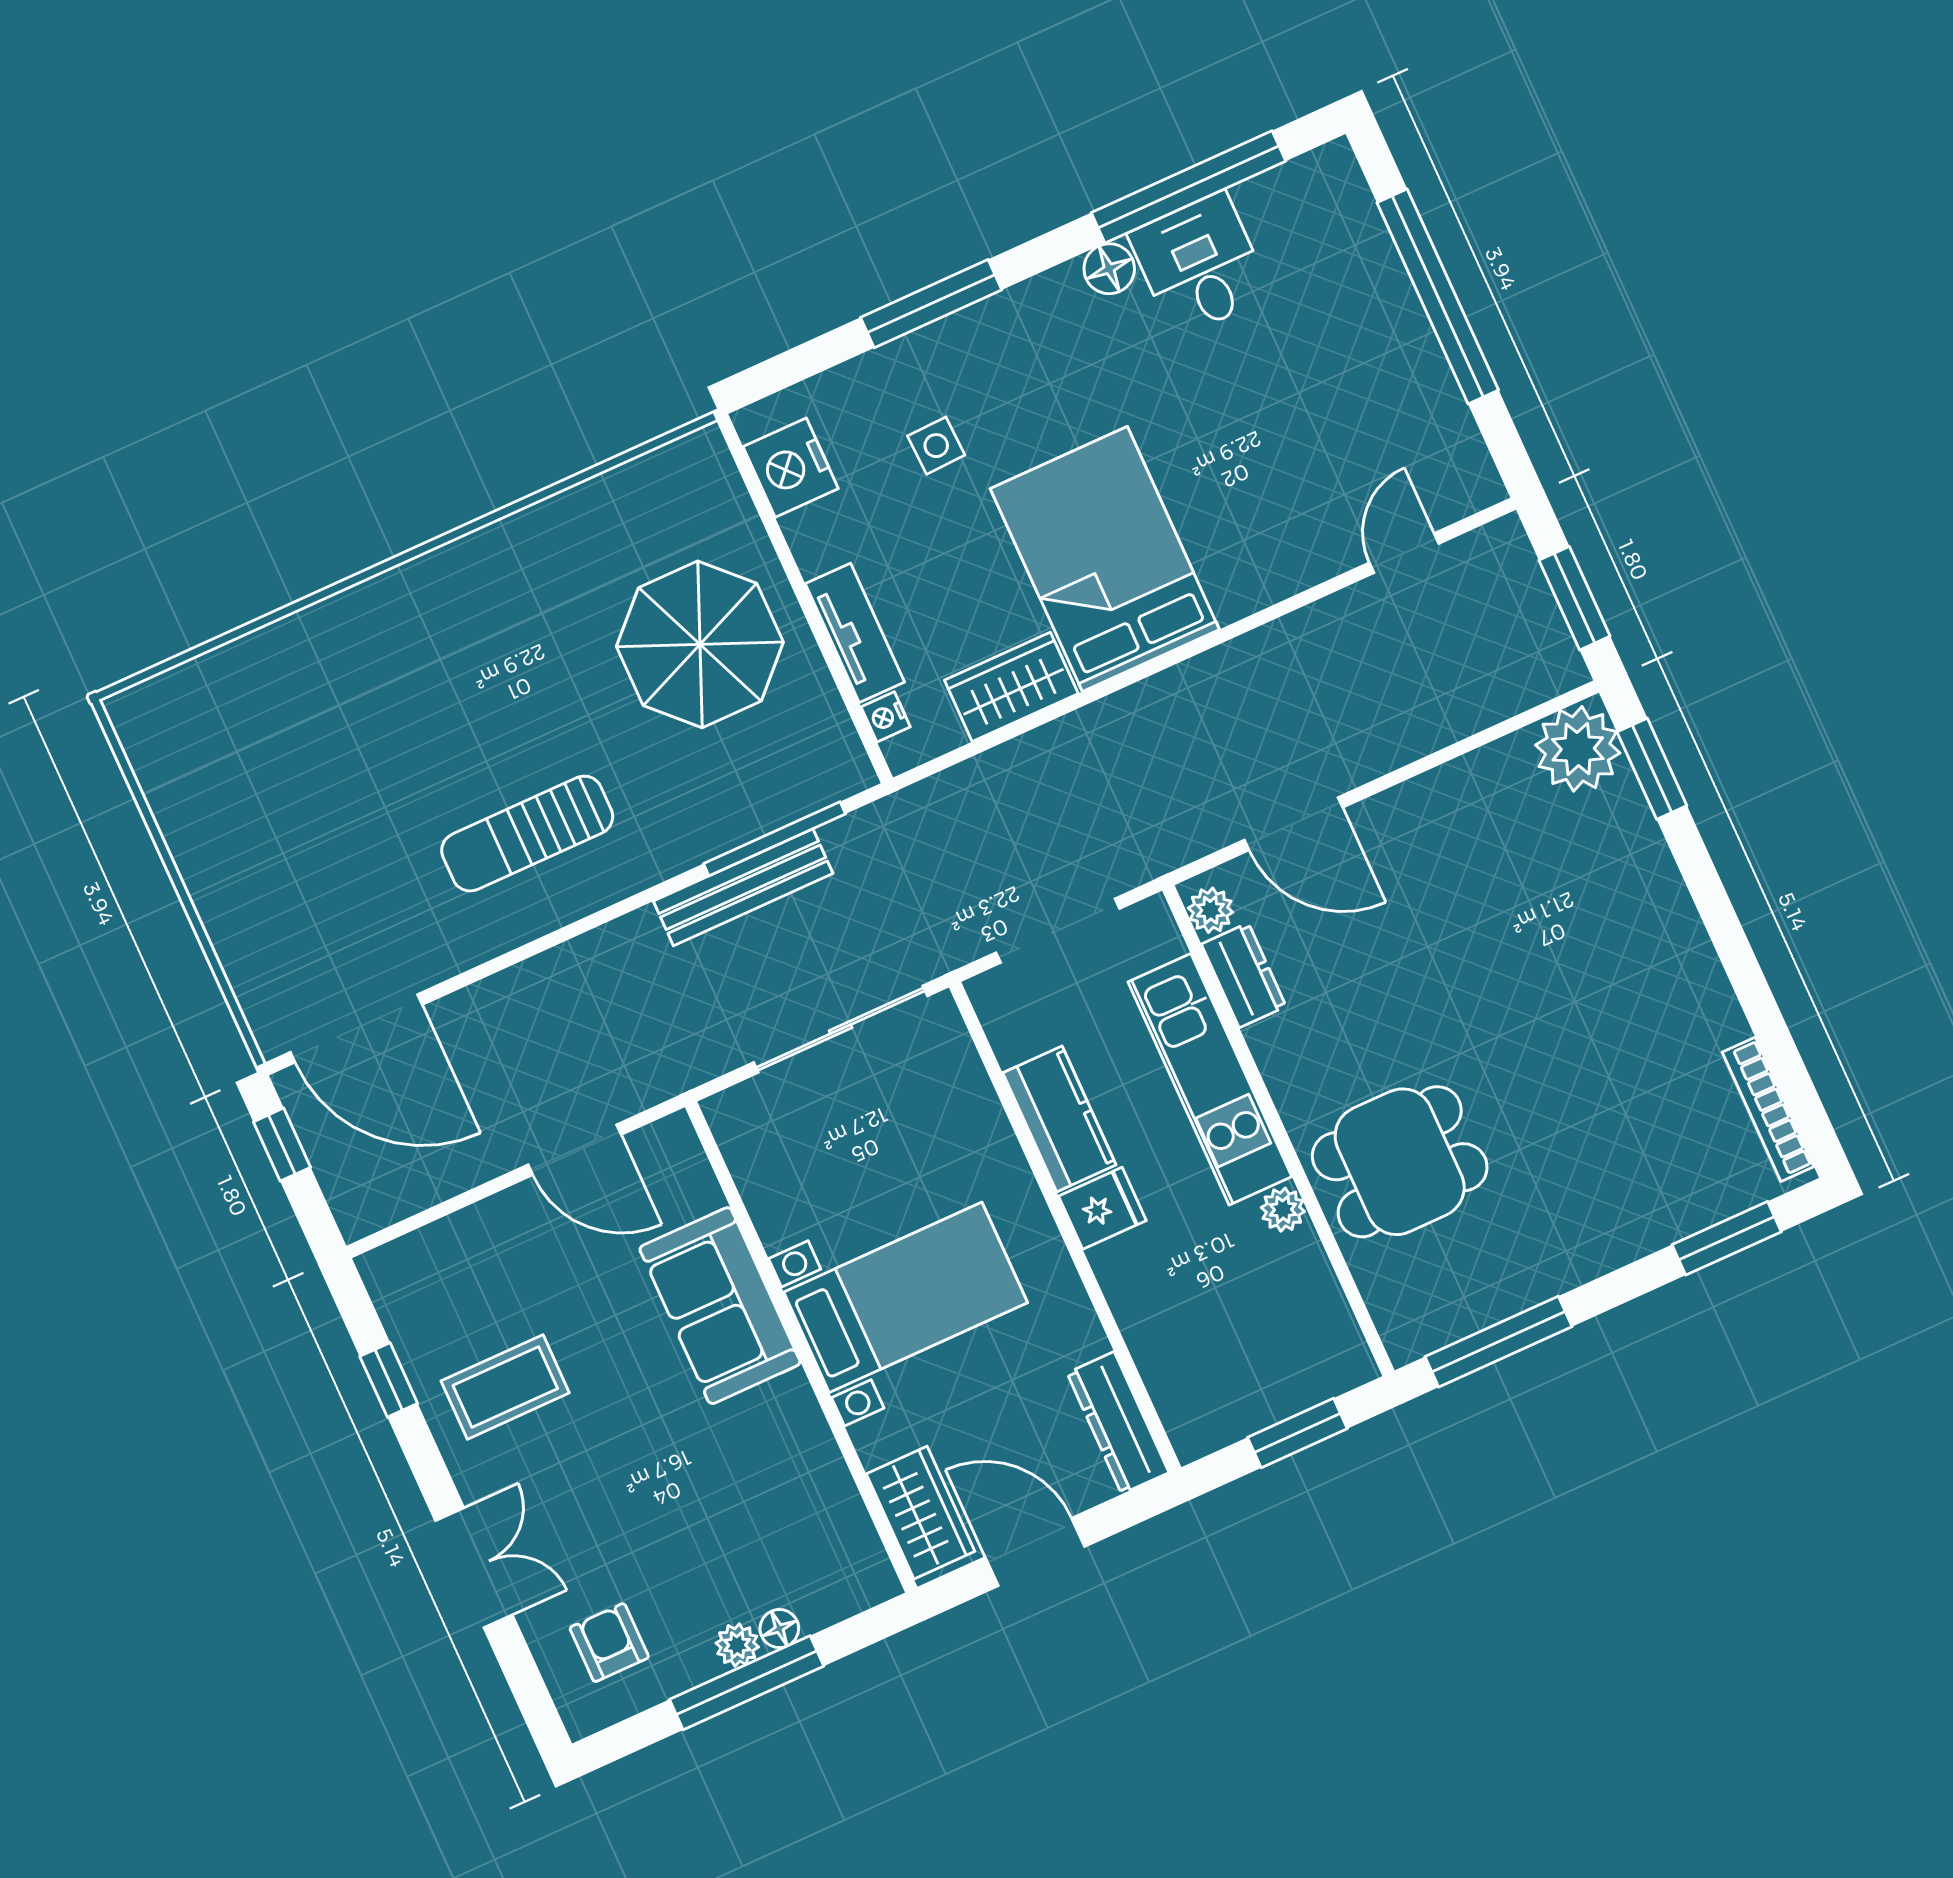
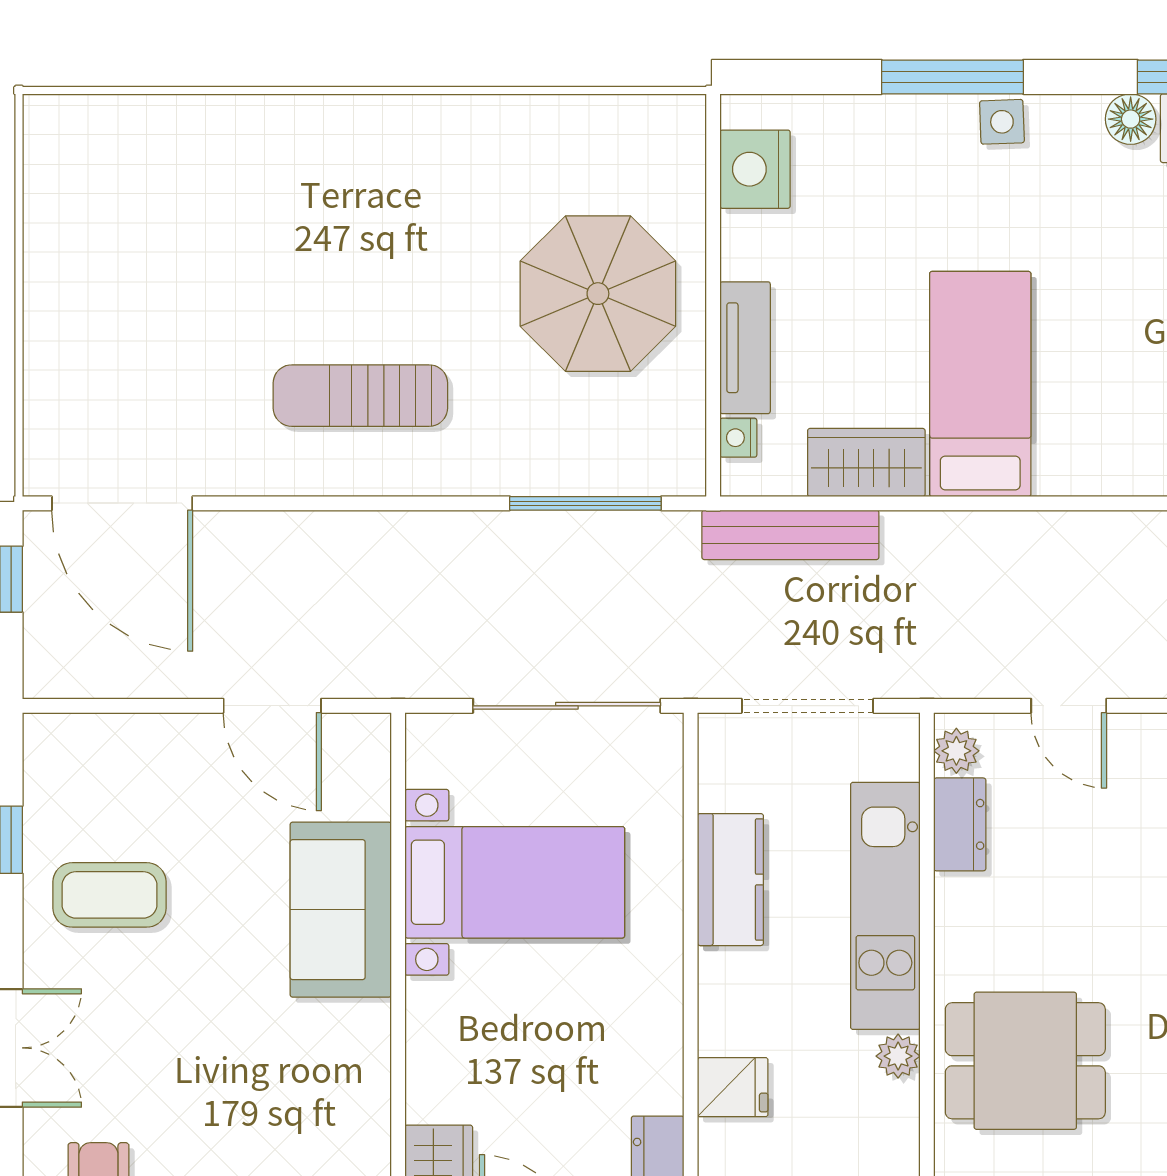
side table: (936, 446) -> (1002, 122), moved
bed: (1105, 559) -> (980, 384), width x0.67
door: (1294, 824) -> (1069, 706), width x0.73
bench: (743, 887) -> (790, 535), moved
fridge: (1102, 1208) -> (733, 1087), moved
bed with nightstands: (906, 1297) -> (515, 882), moved

